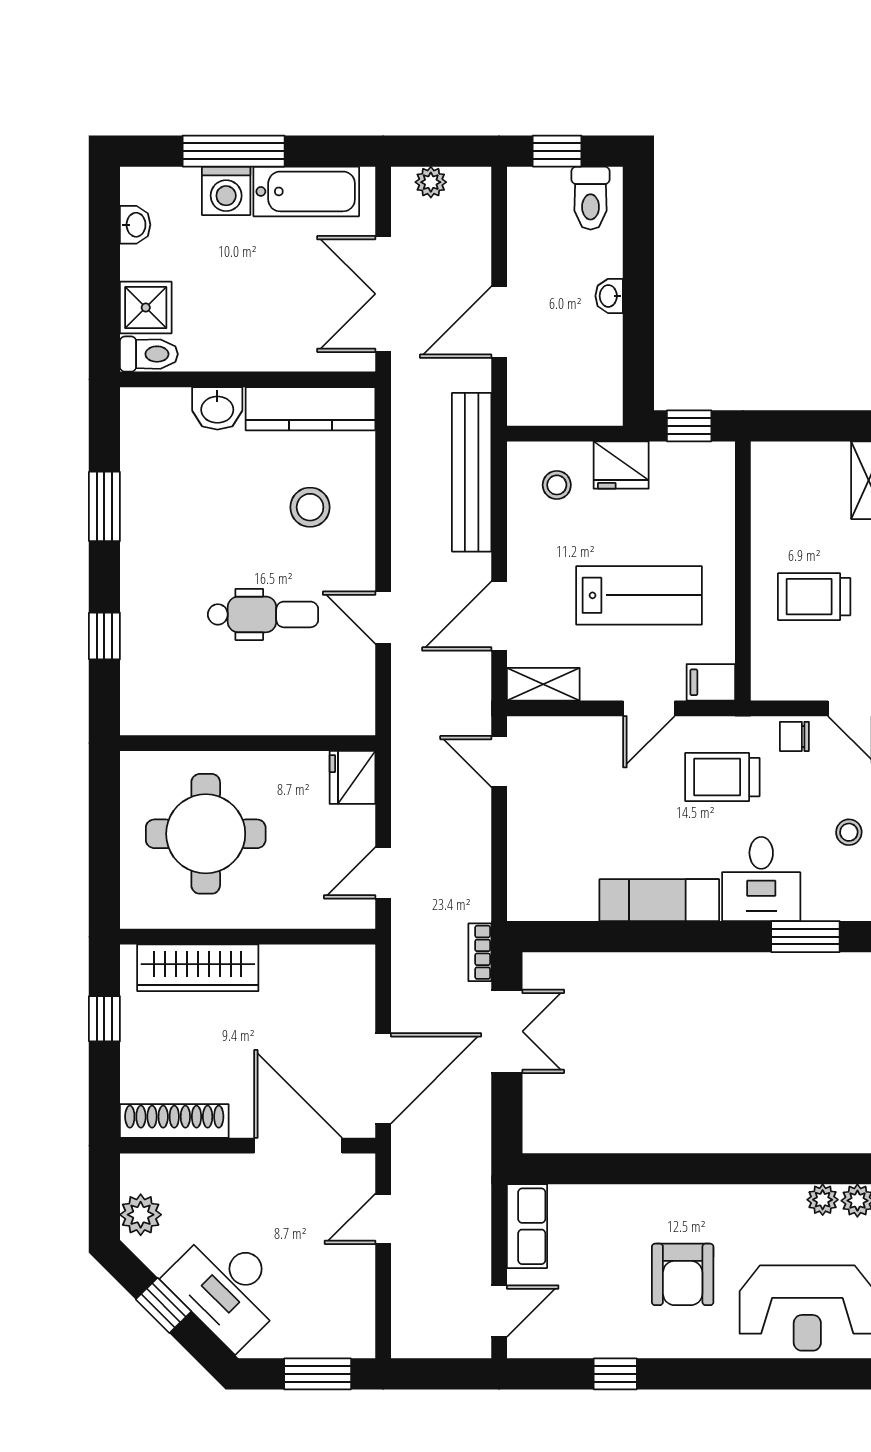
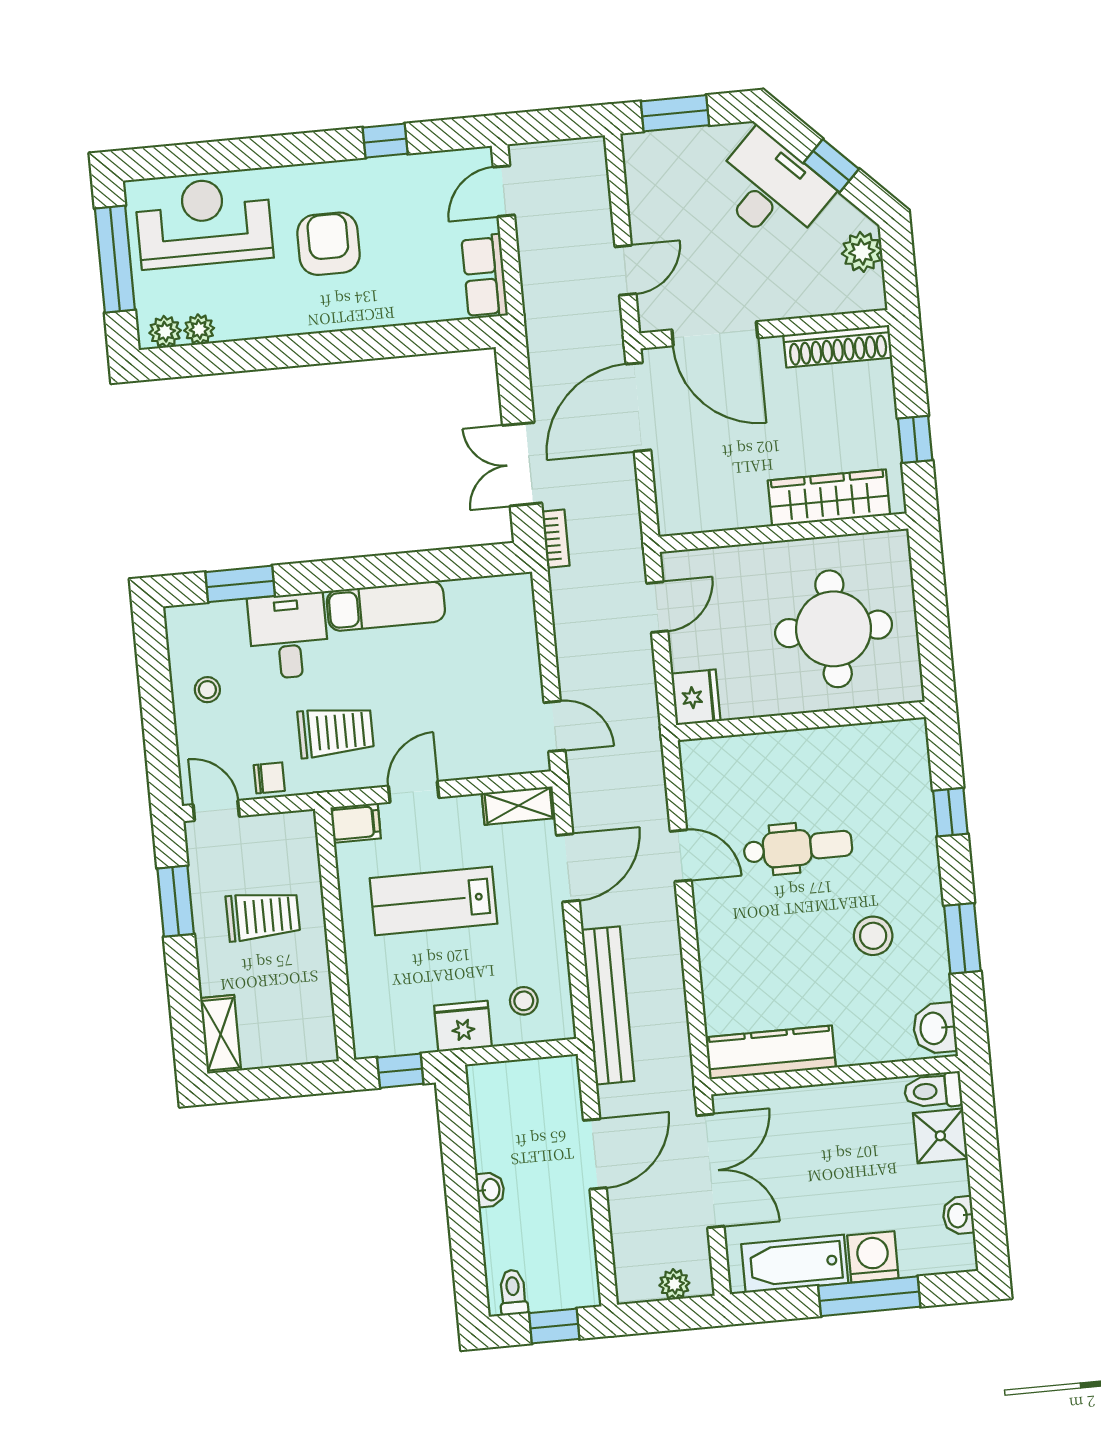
toilet: (591, 198) -> (513, 1292), width x0.73, depth x0.72
washbasin: (217, 408) -> (935, 1028), moved, turned -90
stool: (310, 507) -> (873, 936), moved
dental chair: (263, 614) -> (798, 848), turned 180

